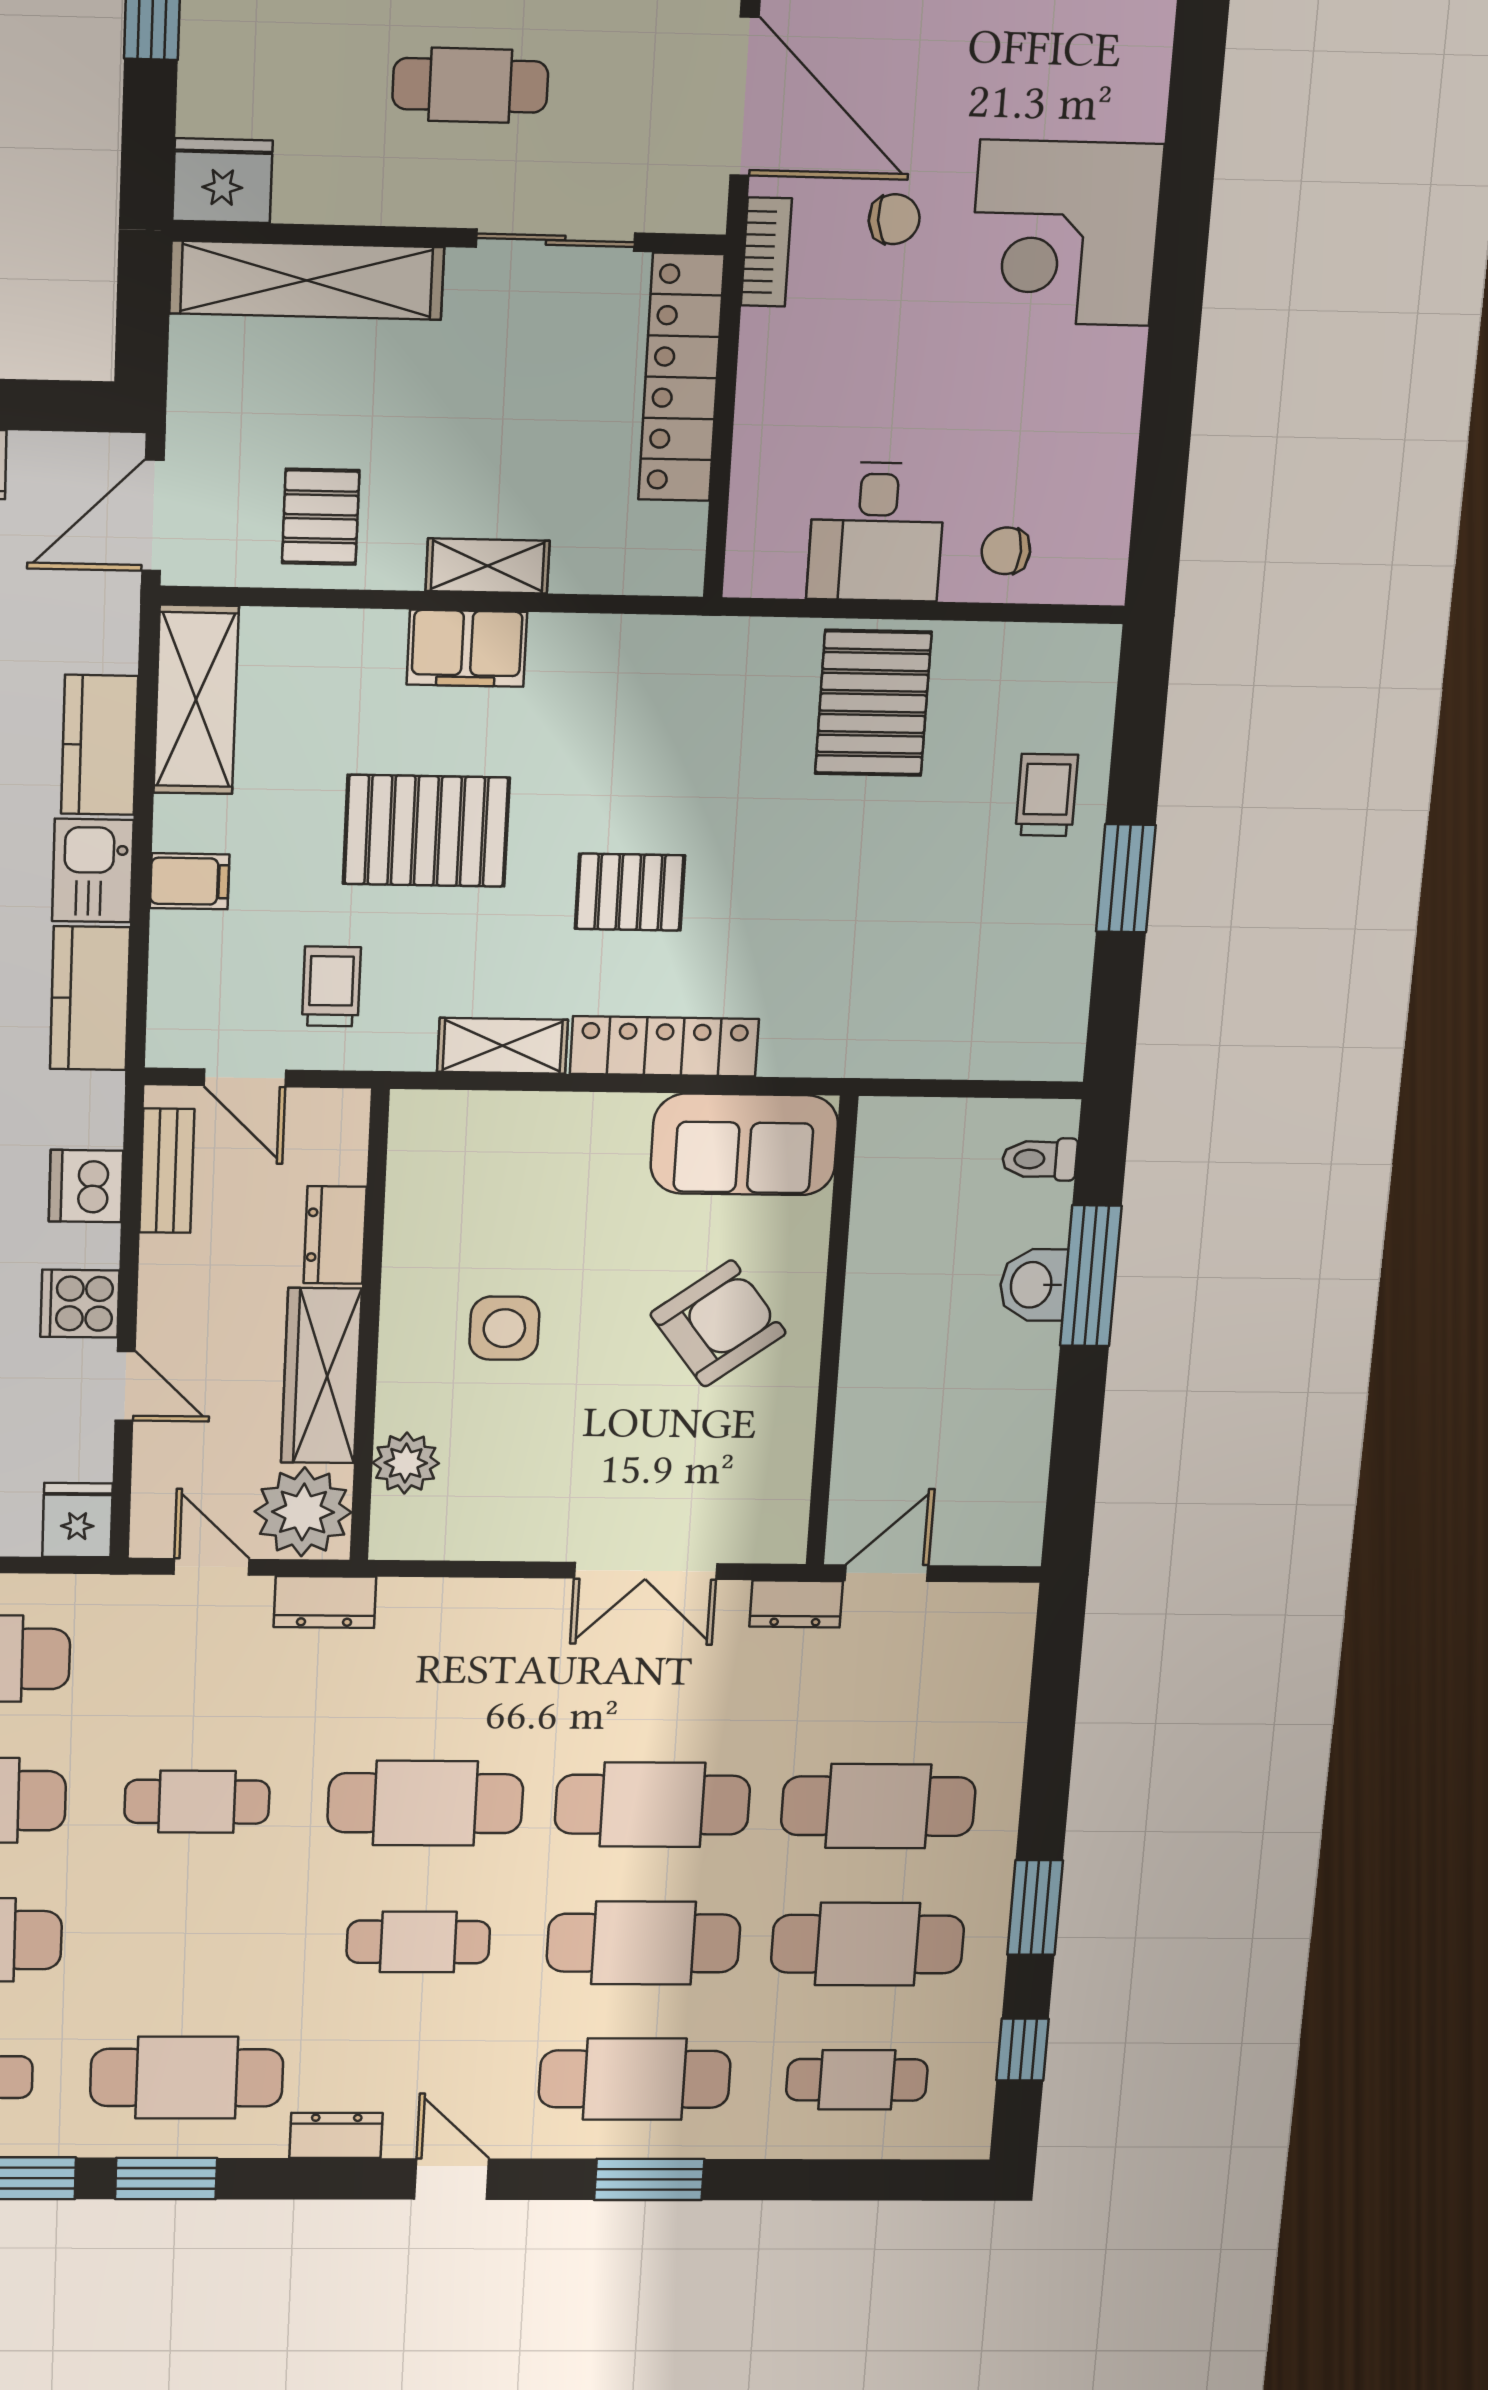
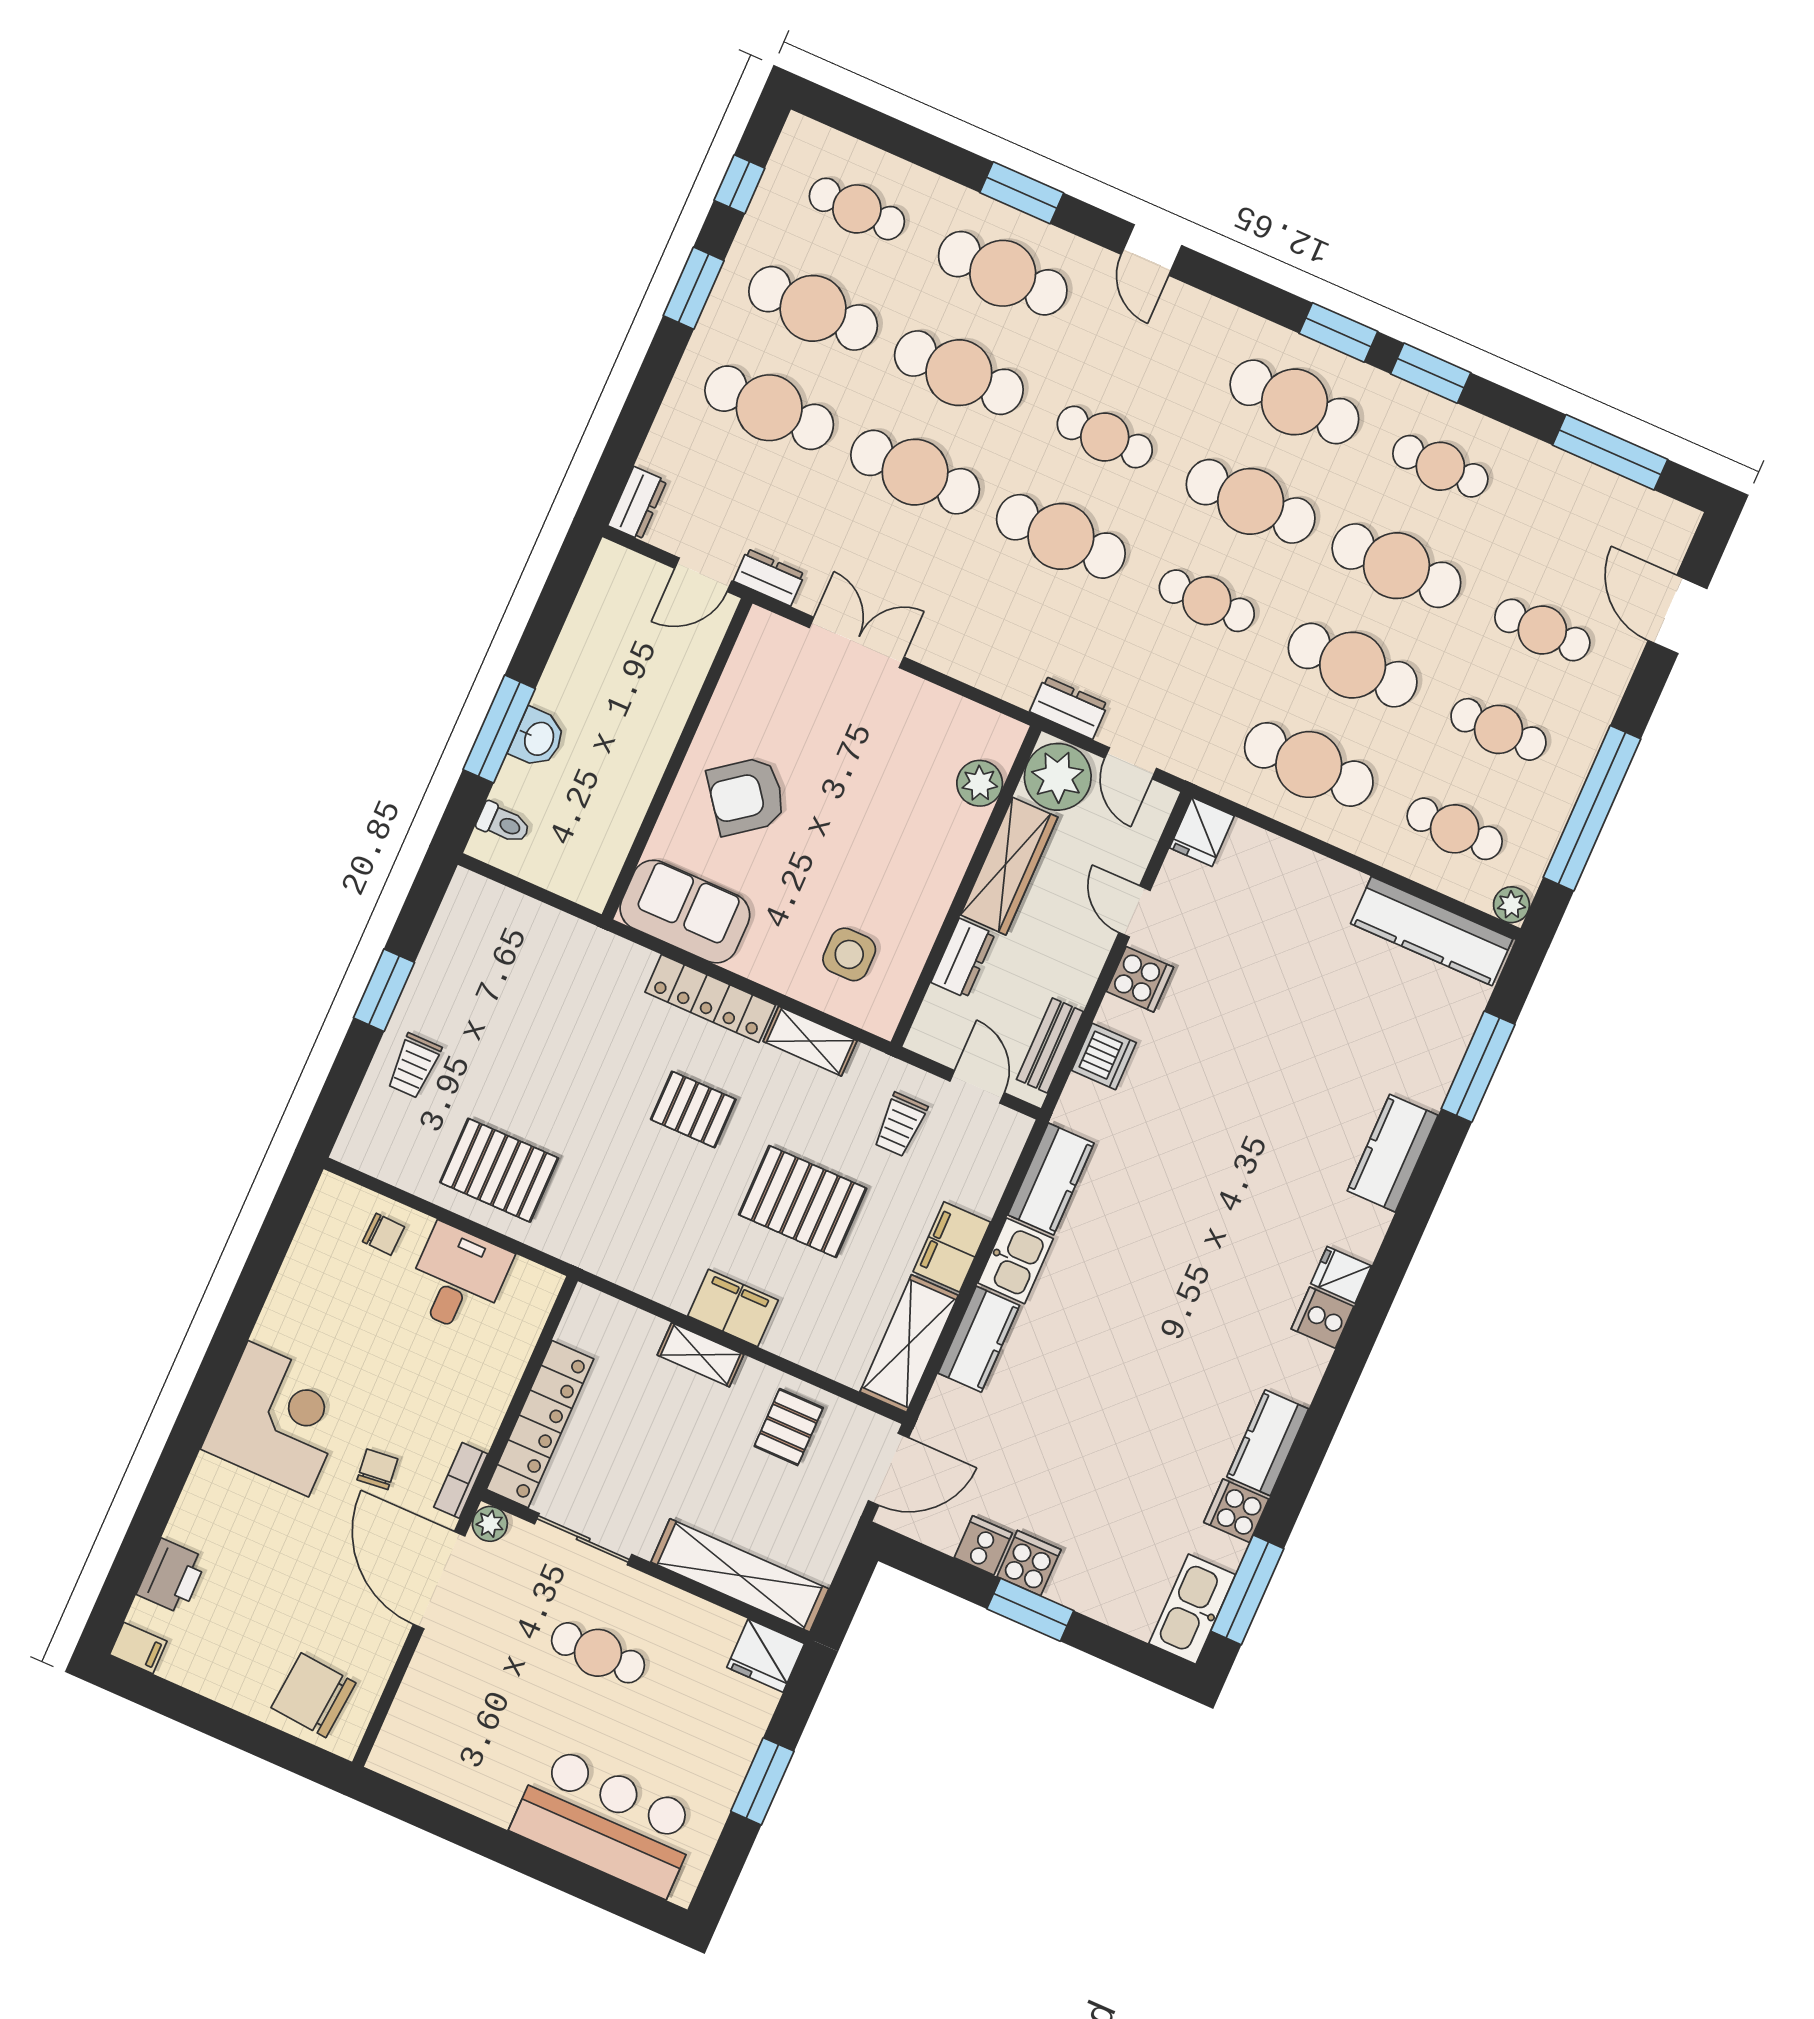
plant: (700, 207) -> (490, 1524), added
chair: (894, 219) -> (377, 1469), turned 90
pallet: (873, 703) -> (499, 1170), turned 90
filing cabinet: (190, 881) -> (952, 1247), width x2.00
side table: (504, 1328) -> (849, 954), moved
cafe table: (192, 1941) -> (1251, 501), added
dresser: (336, 2135) -> (637, 503), moved, turned -90

